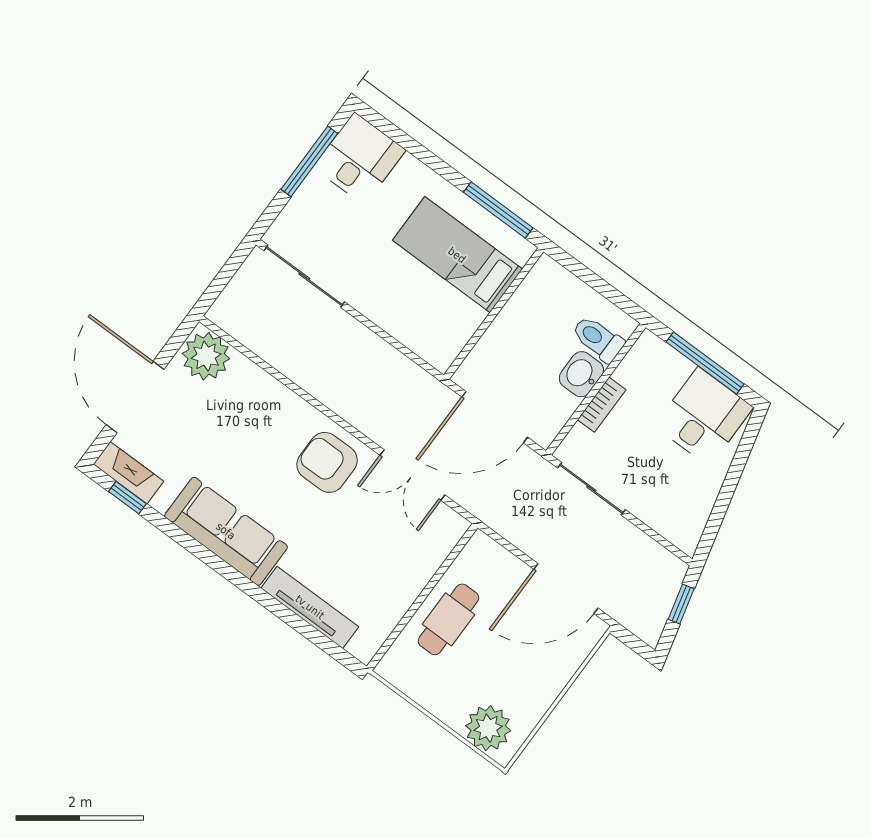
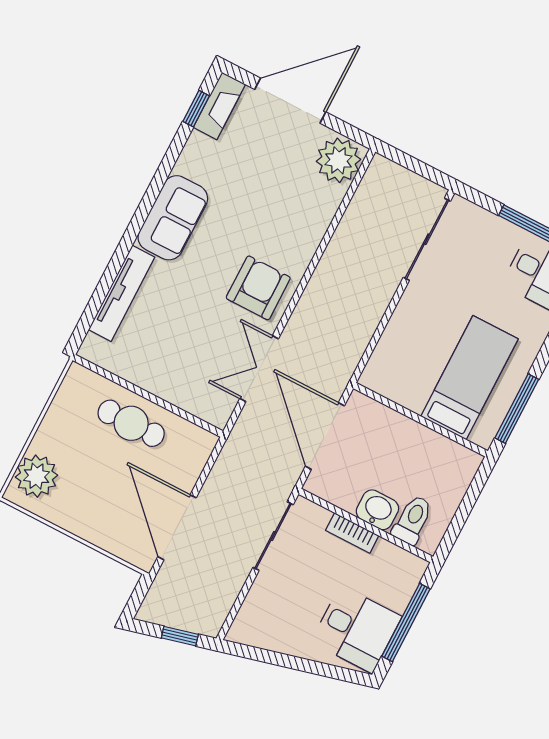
sofa: (226, 531) -> (173, 218), width x0.73

